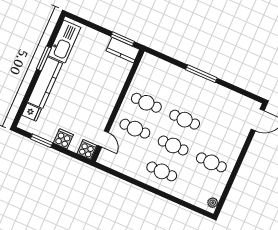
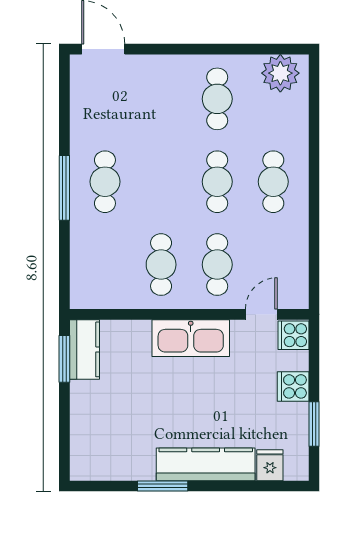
kitchen sink: (64, 42) -> (191, 338), moved, turned 180
cafe table: (185, 120) -> (105, 182), moved
plant: (213, 203) -> (280, 73), width x1.88, depth x1.88

